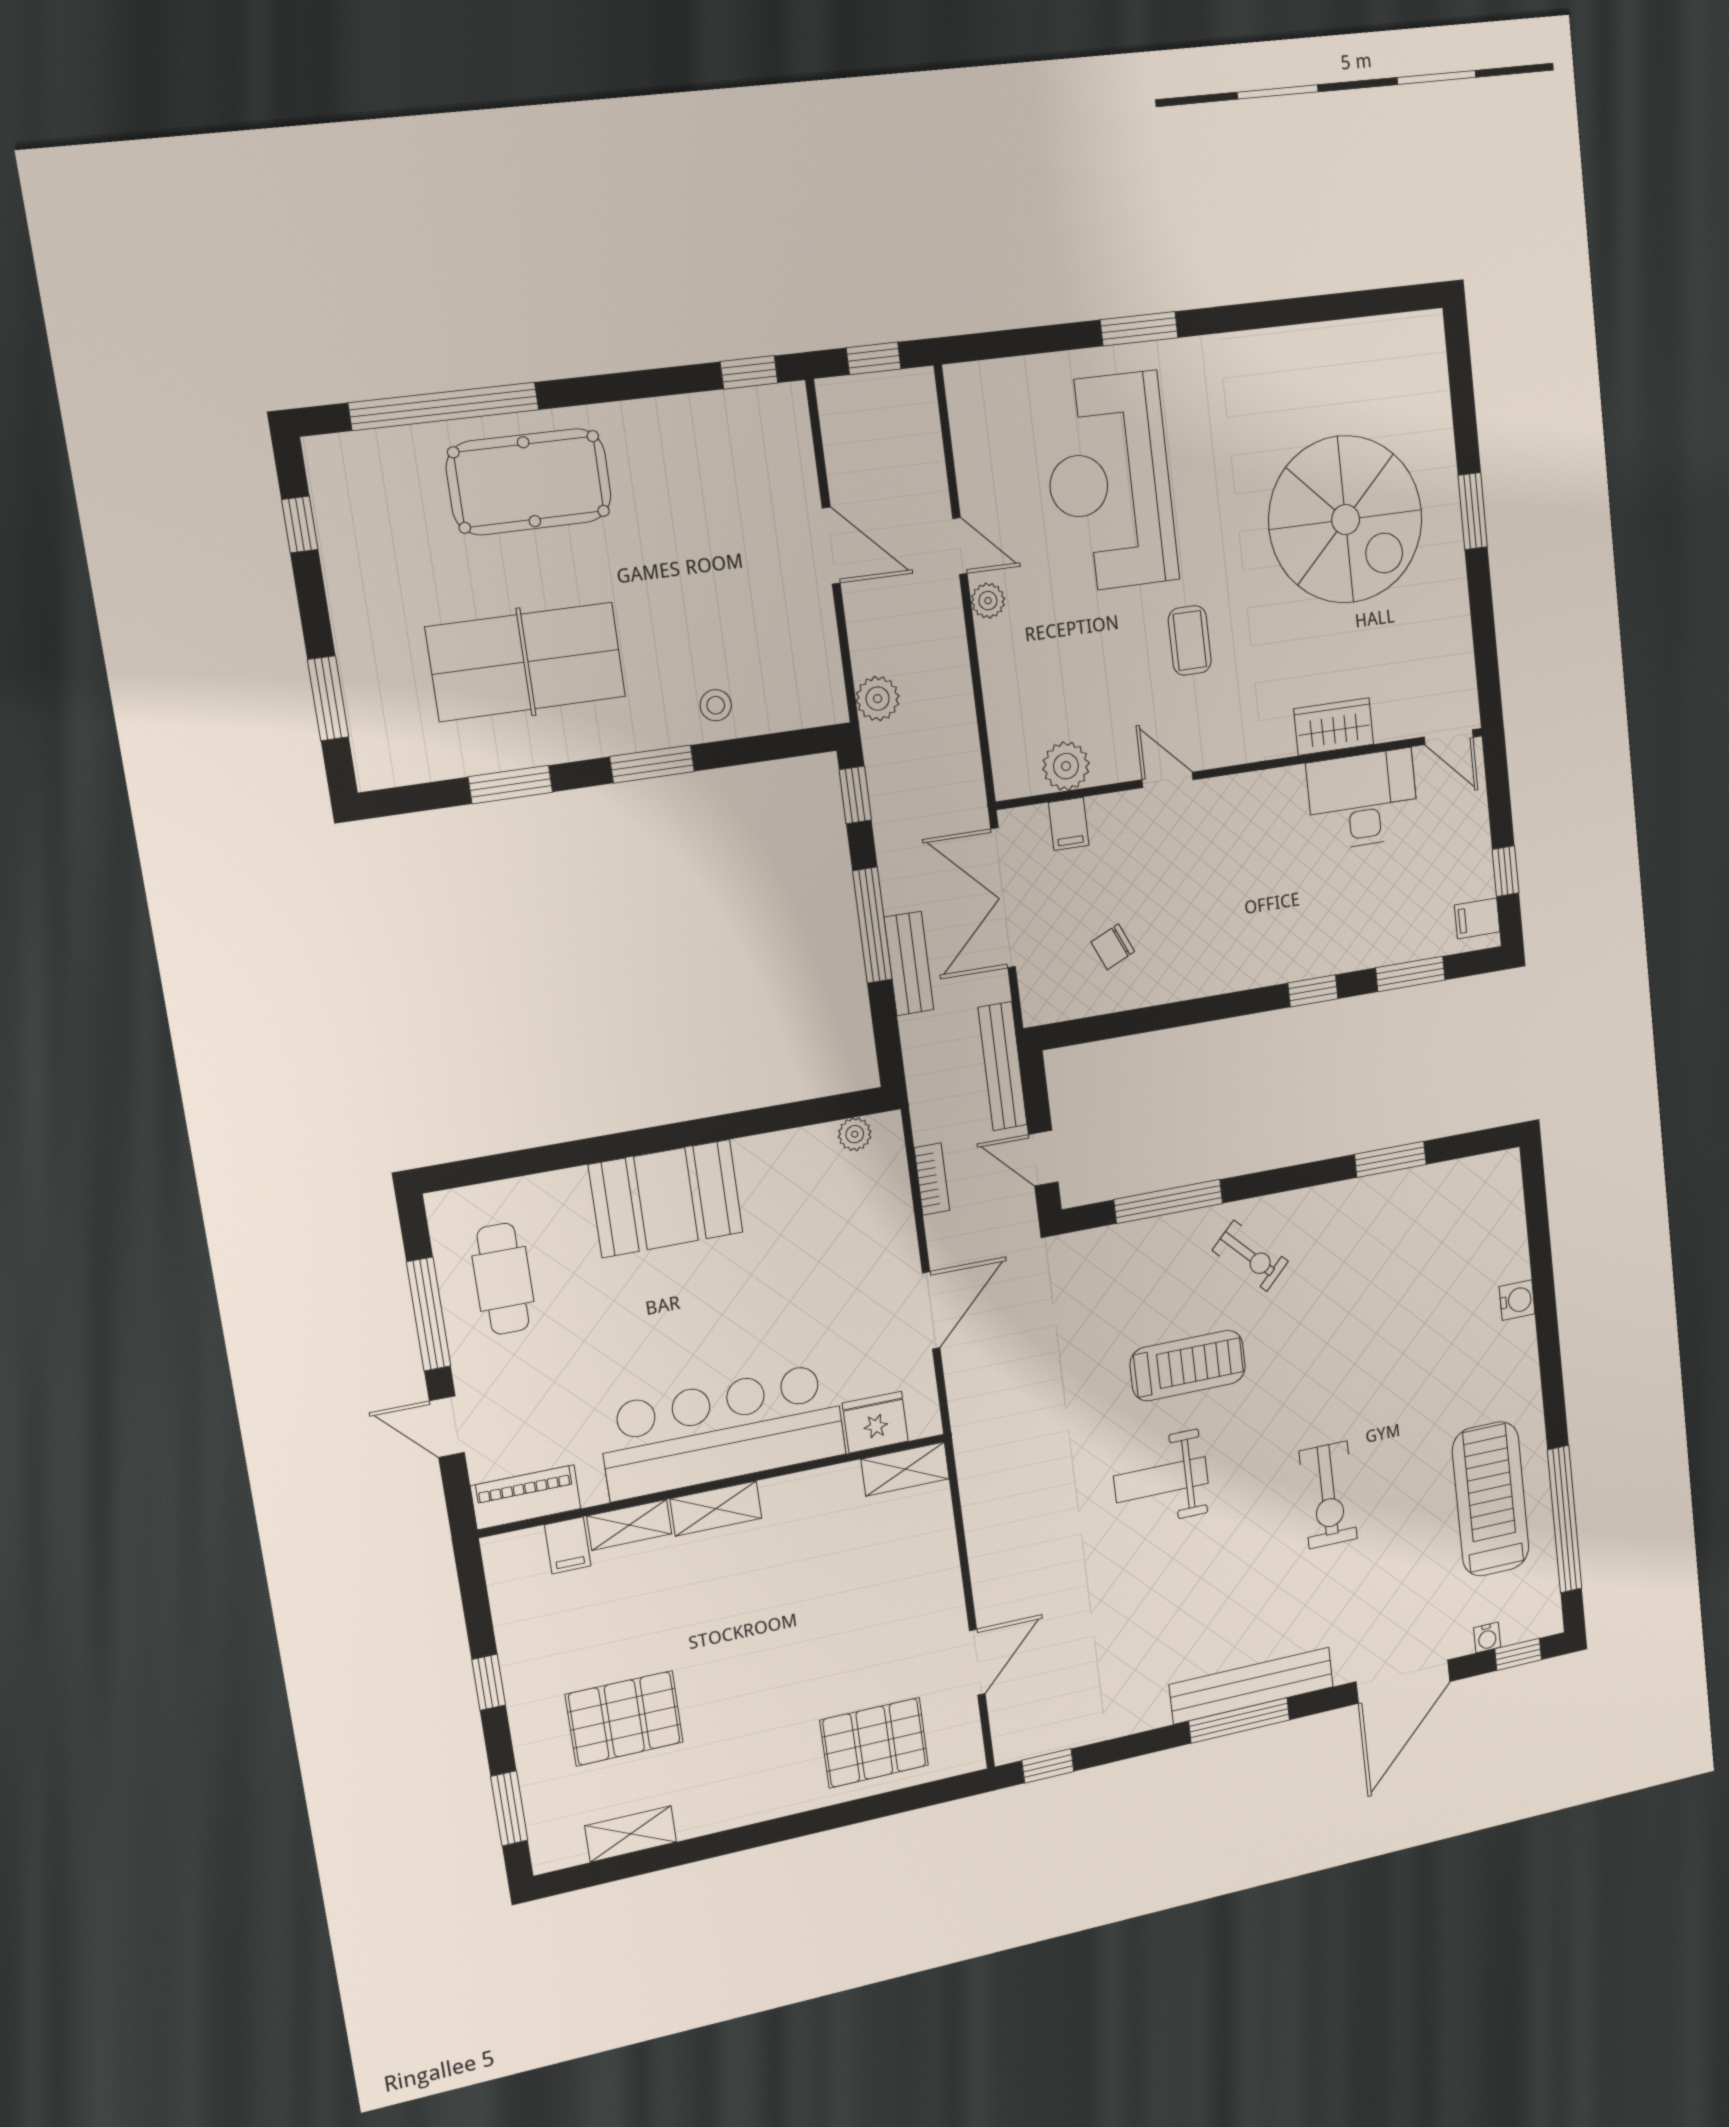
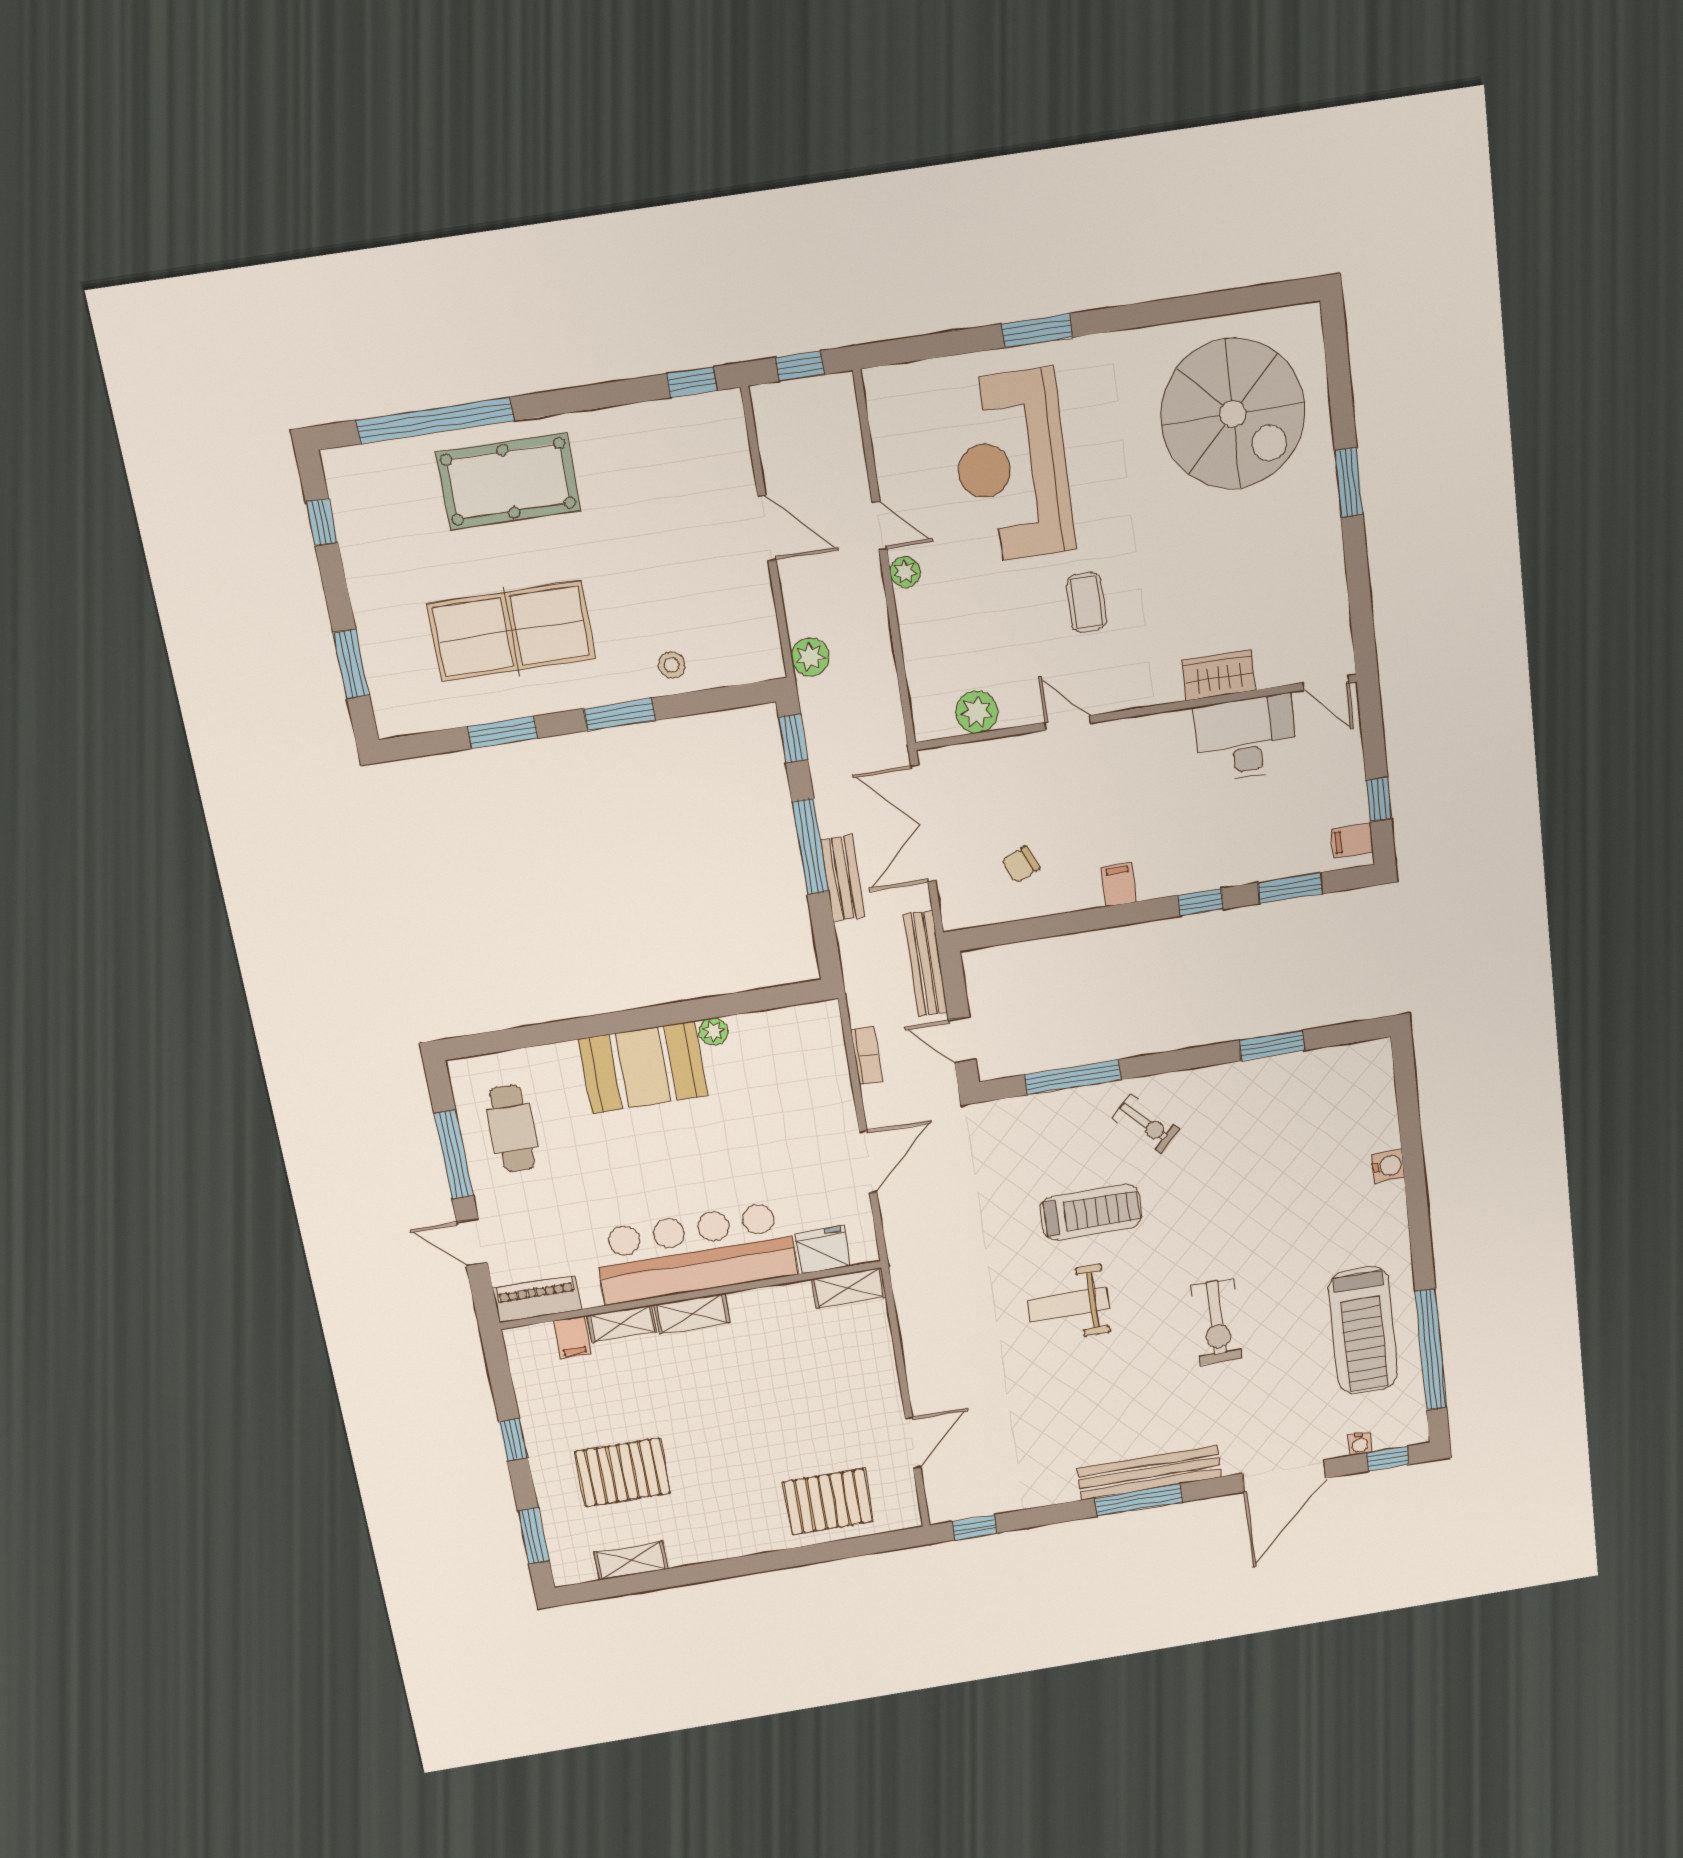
spiral stairs: (1346, 520) -> (1233, 414), moved
filing cabinet: (1069, 824) -> (1119, 885), moved, turned 180
plant: (855, 1134) -> (713, 1032), moved
treadmill: (1491, 1499) -> (1363, 1330), turned 180

